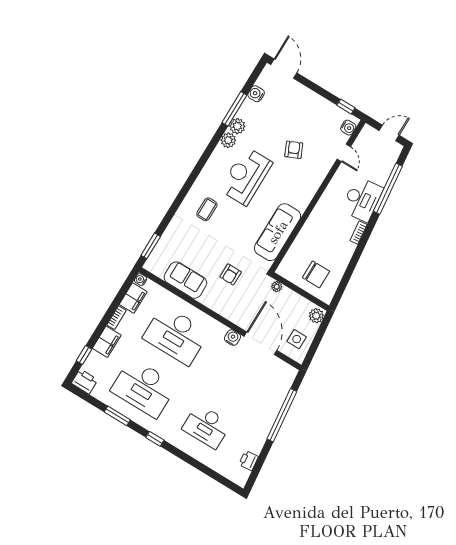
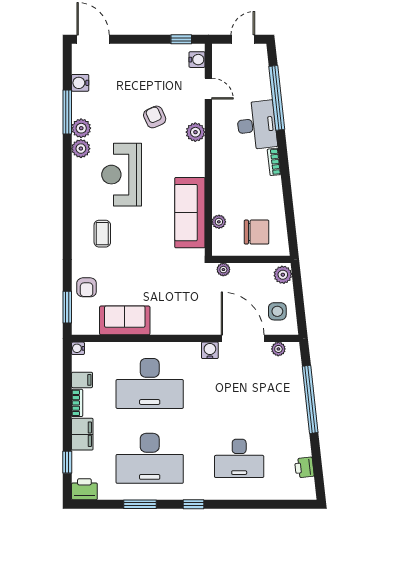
plant: (316, 178) -> (195, 132), added
plant: (294, 251) -> (219, 222), added
armchair: (231, 274) -> (87, 287), moved
filing cabinet: (133, 298) -> (82, 380), width x0.50
plant: (281, 366) -> (278, 349), added

